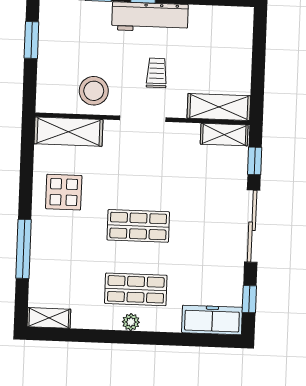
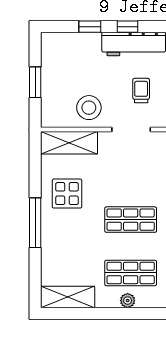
window: (31, 40) -> (35, 82), moved
window: (23, 249) -> (35, 223), moved
shelving: (49, 318) -> (68, 297), width x1.50, depth x1.33

